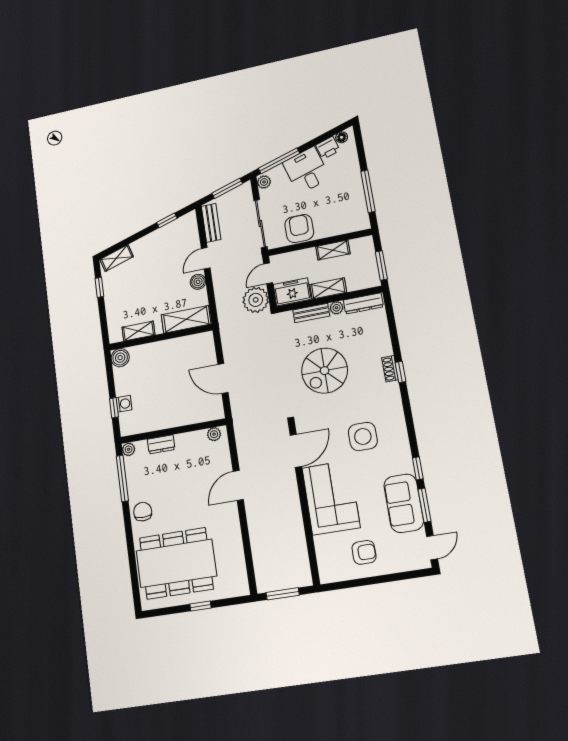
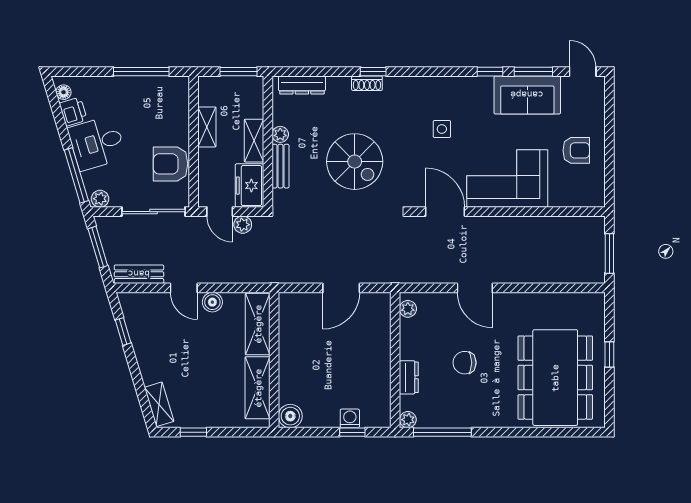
plant: (256, 300) -> (243, 225), width x0.53, depth x0.53
dresser: (363, 303) -> (302, 85), moved, turned 90
shelving: (138, 331) -> (258, 388), width x1.50, depth x1.33
side table: (363, 437) -> (442, 129), width x0.54, depth x0.54
chair: (143, 512) -> (465, 363), moved
armchair: (364, 552) -> (576, 150), turned 90

